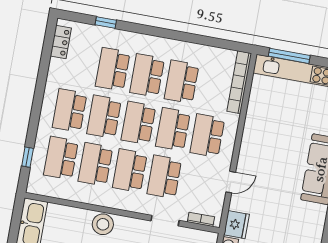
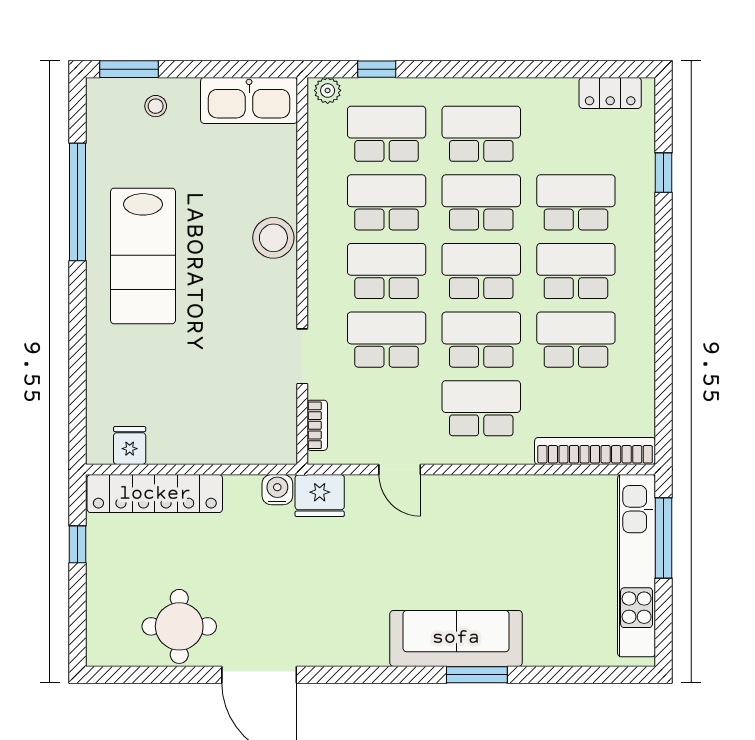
plant: (34, 184) -> (328, 90), added

